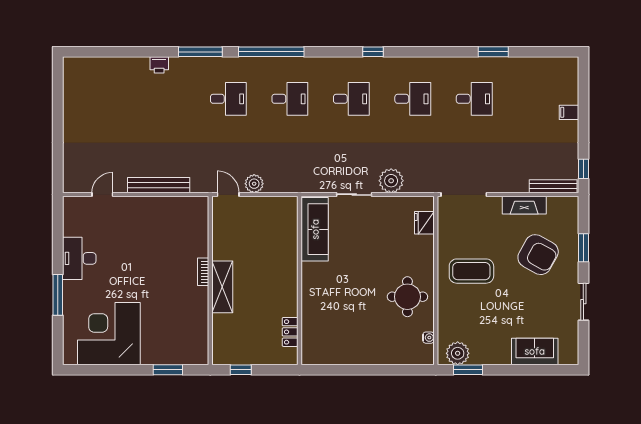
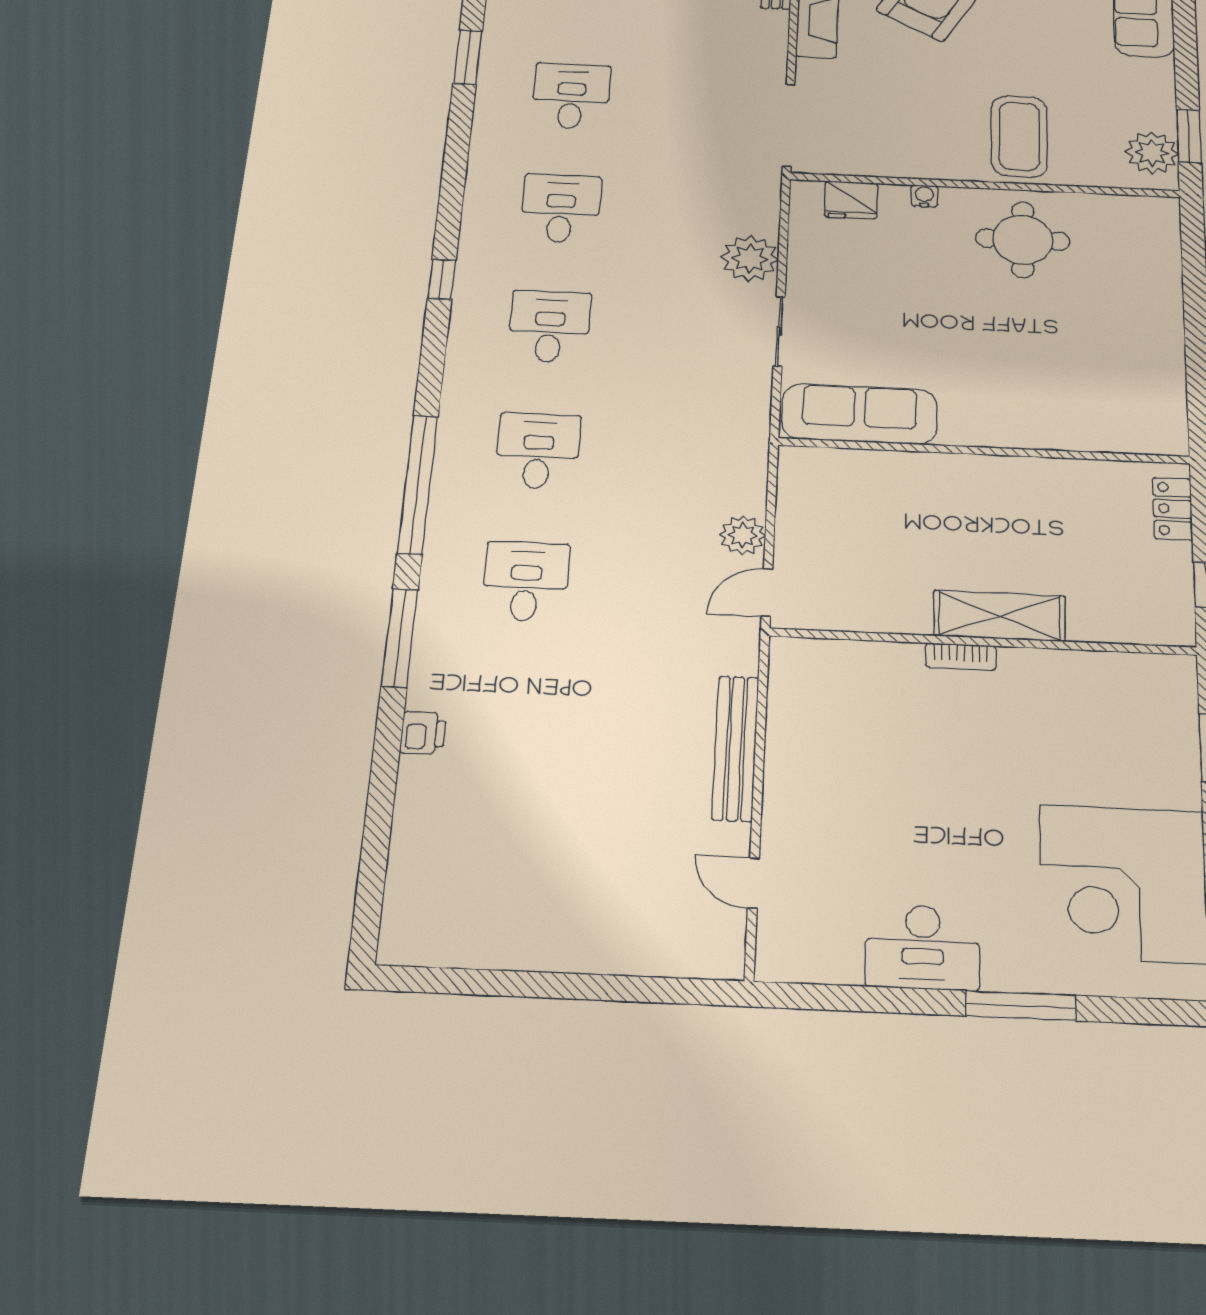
coffee table: (471, 271) -> (1019, 136), moved
locker: (290, 332) -> (1173, 509), moved, turned 90
water cooler: (428, 338) -> (924, 196), moved

